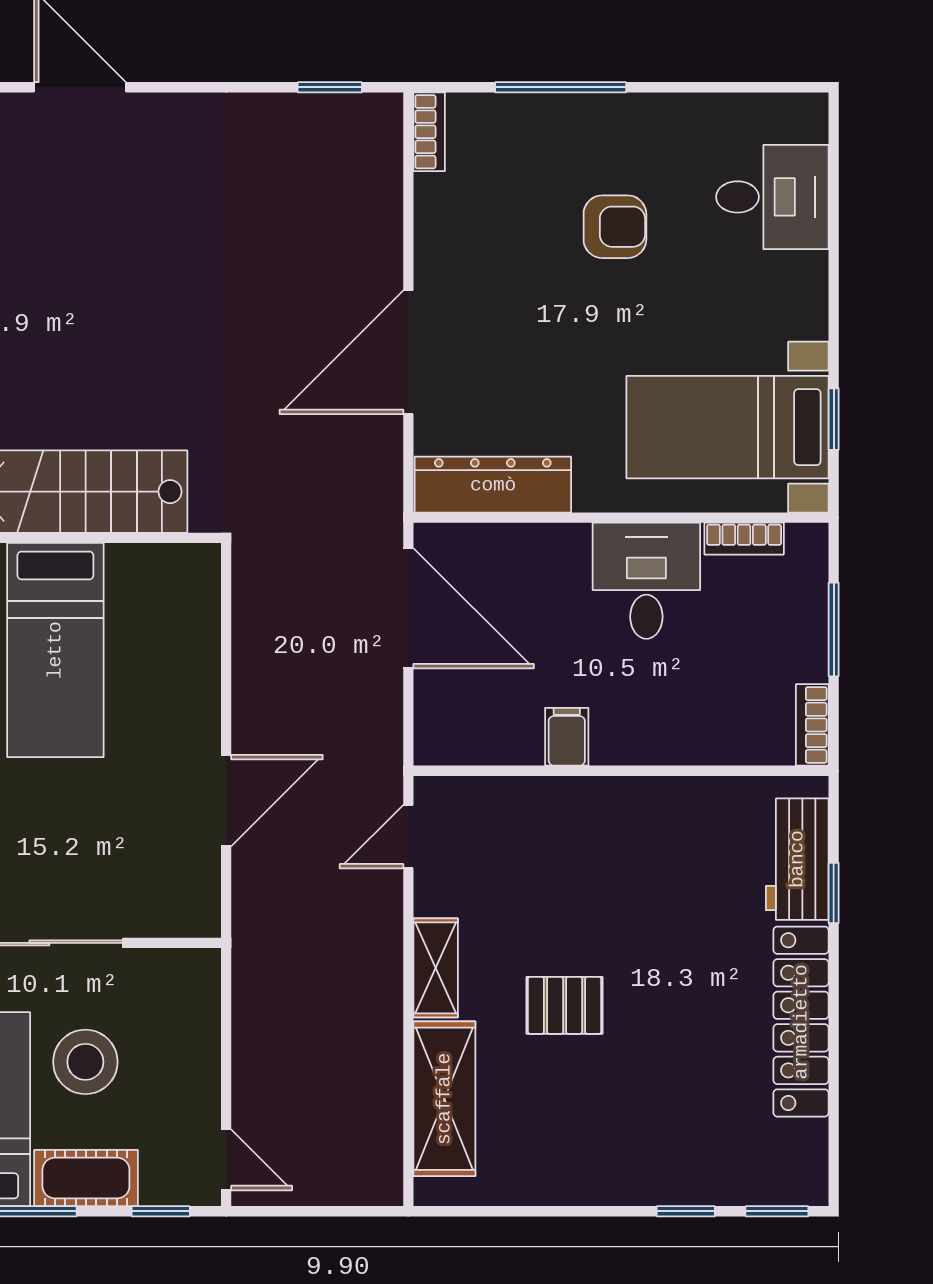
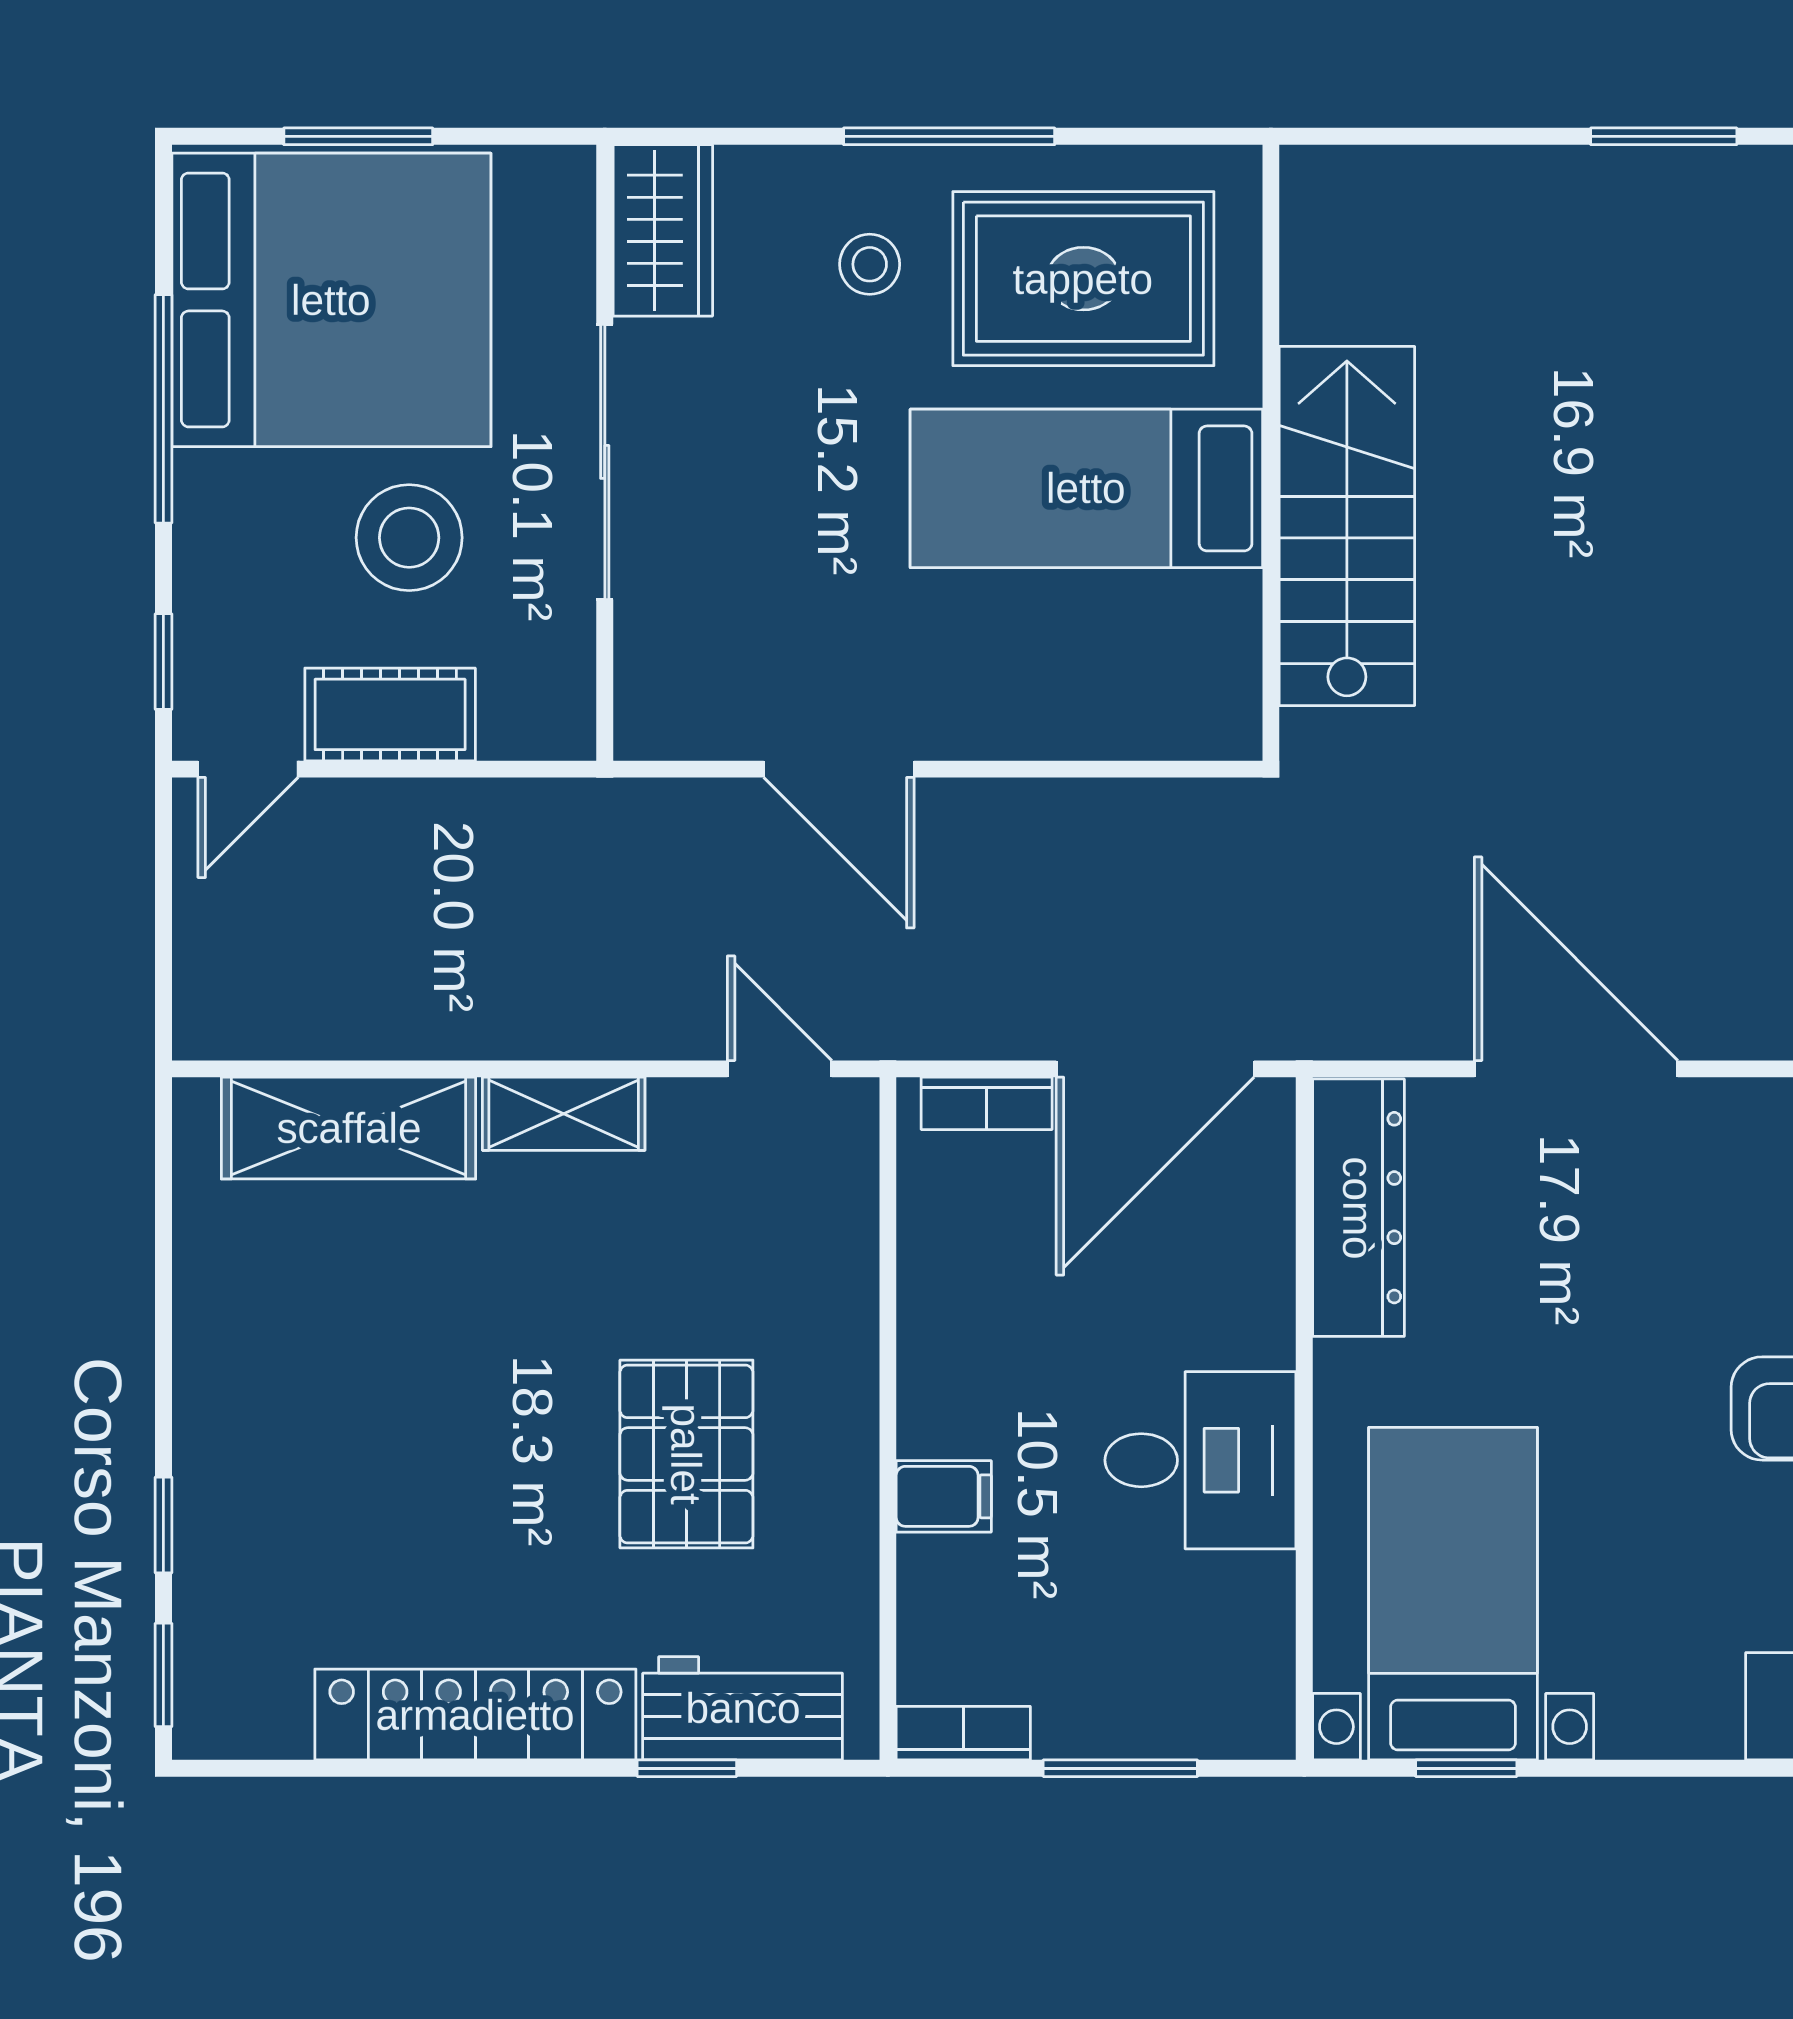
bookcase: (744, 539) -> (987, 1103), moved, turned -90
filing cabinet: (567, 737) -> (944, 1496), moved
pallet: (565, 1005) -> (686, 1454), moved, width x1.50, depth x1.42
cot: (86, 1178) -> (390, 714), moved, turned 90

